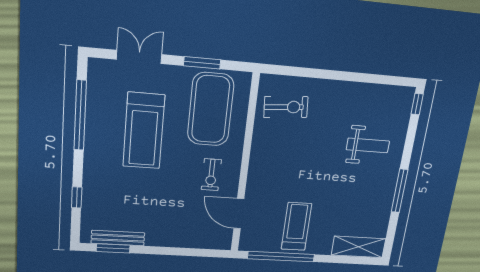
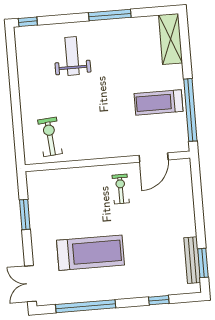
double door: (139, 57) -> (30, 284), moved
exercise mat: (211, 109) -> (63, 200), removed
exercise bike: (211, 175) -> (121, 189), turned -90

